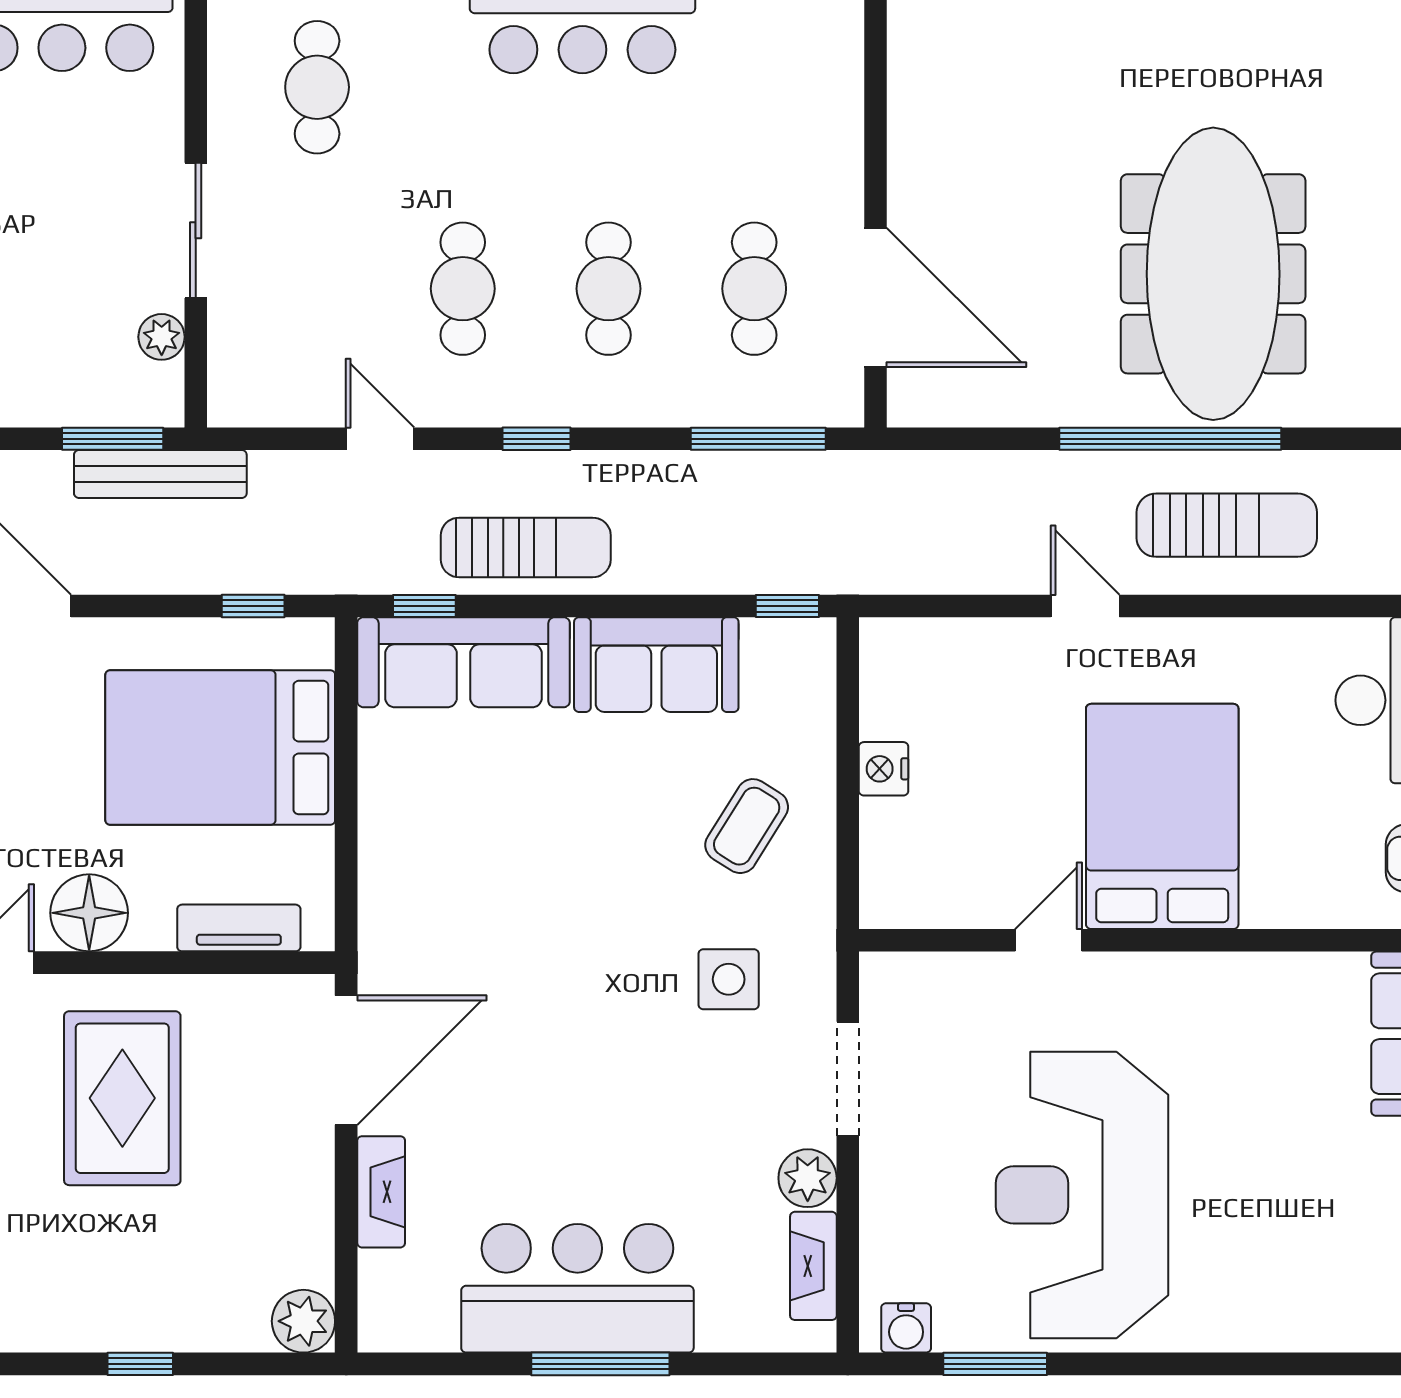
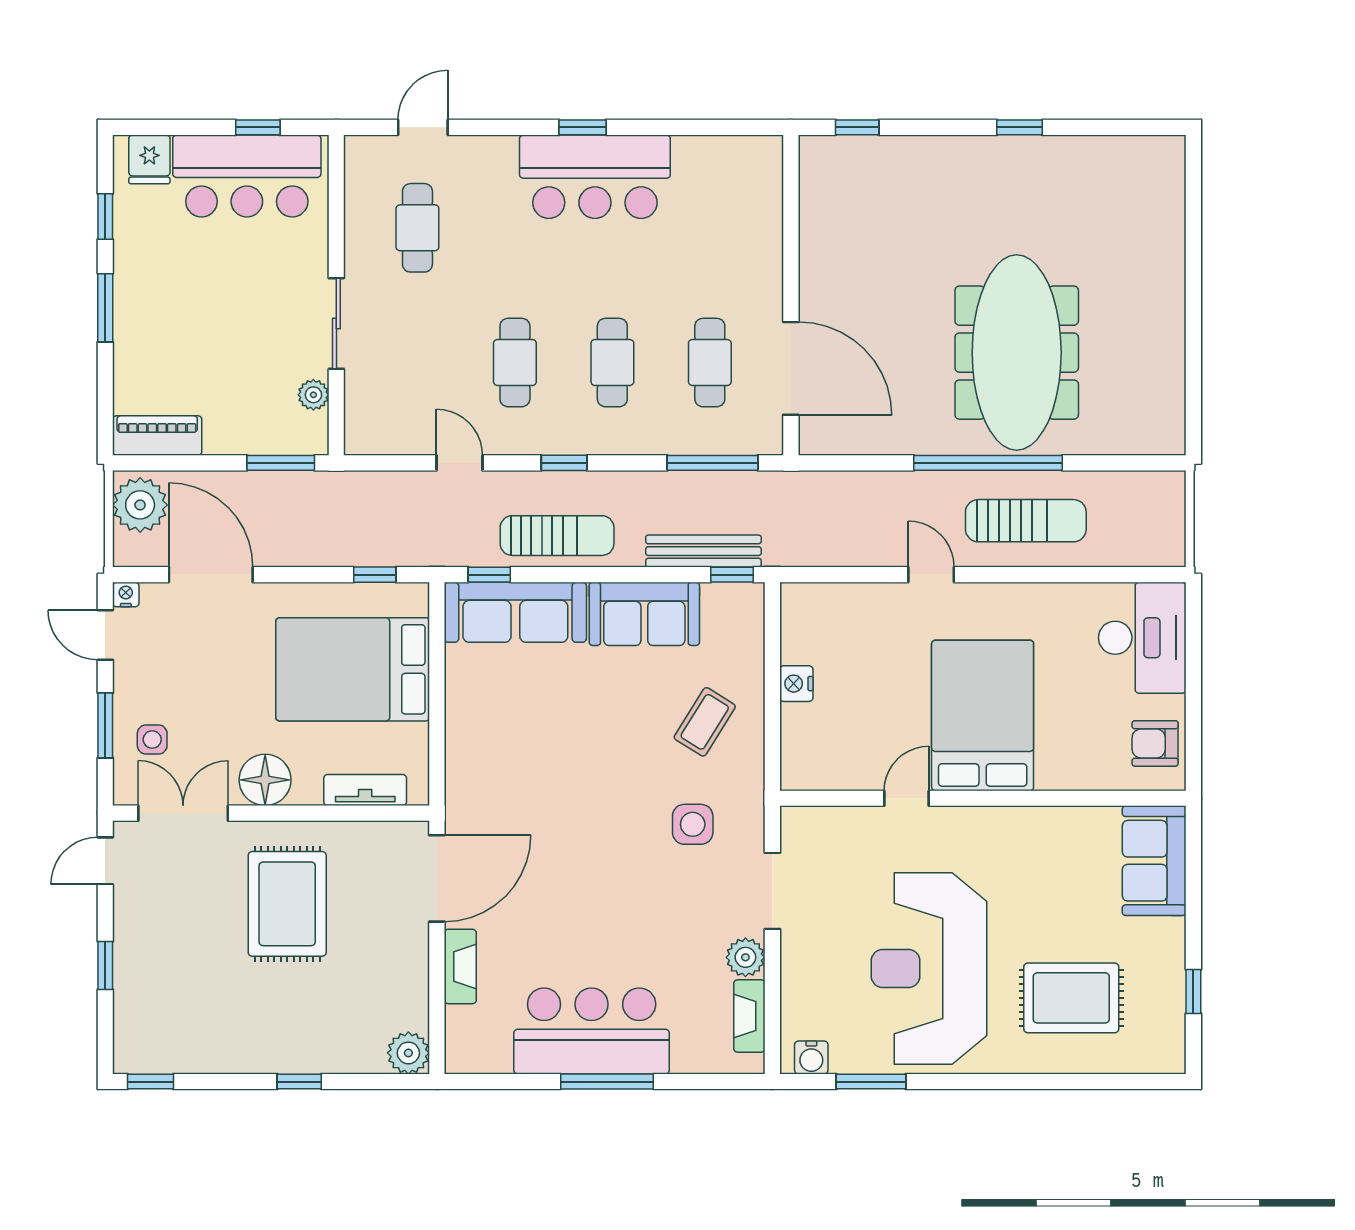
bench: (160, 474) -> (703, 551), moved
rug: (1295, 1239) -> (1071, 998), added

